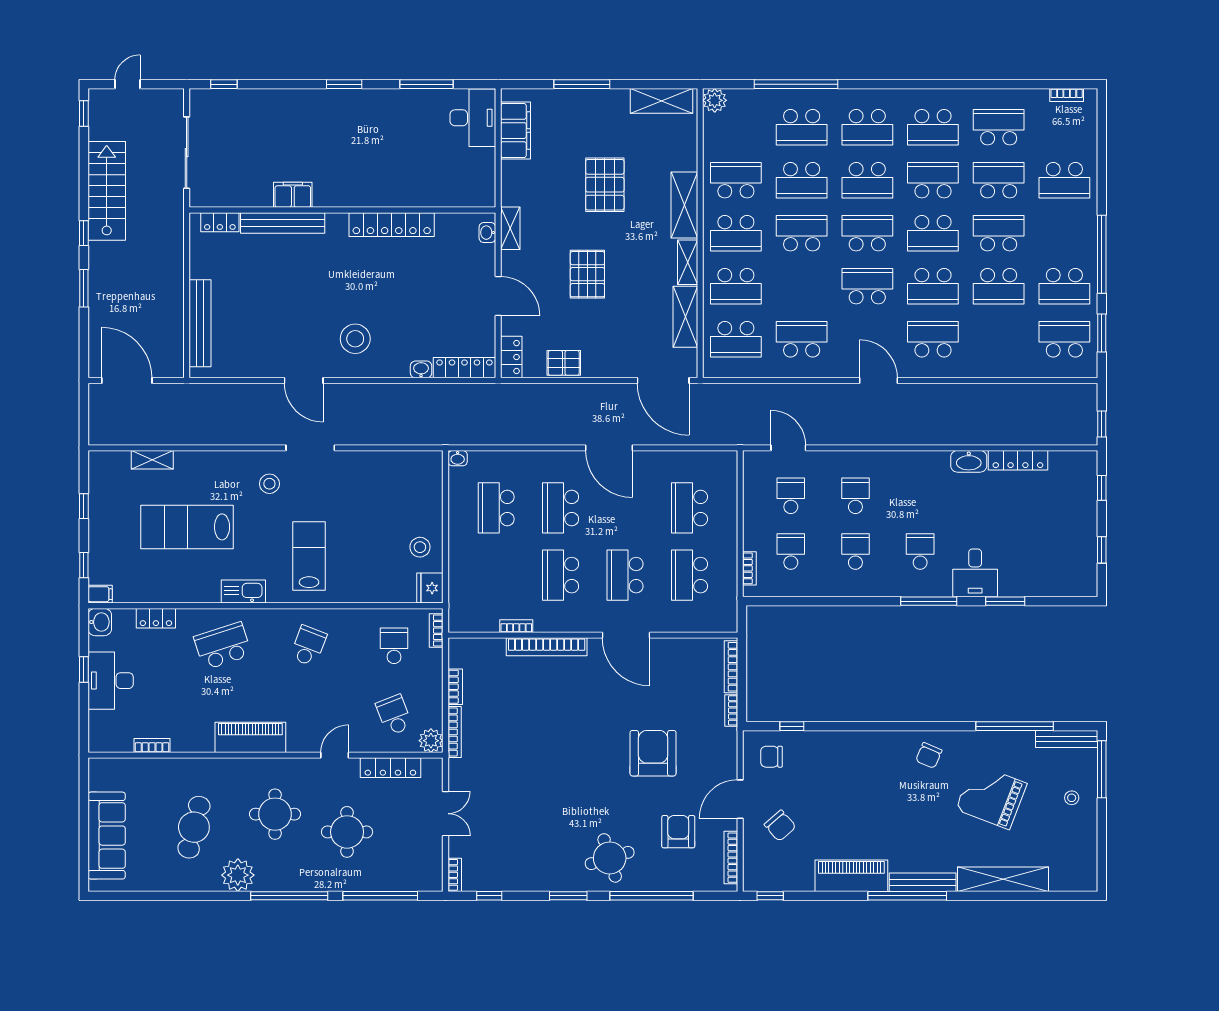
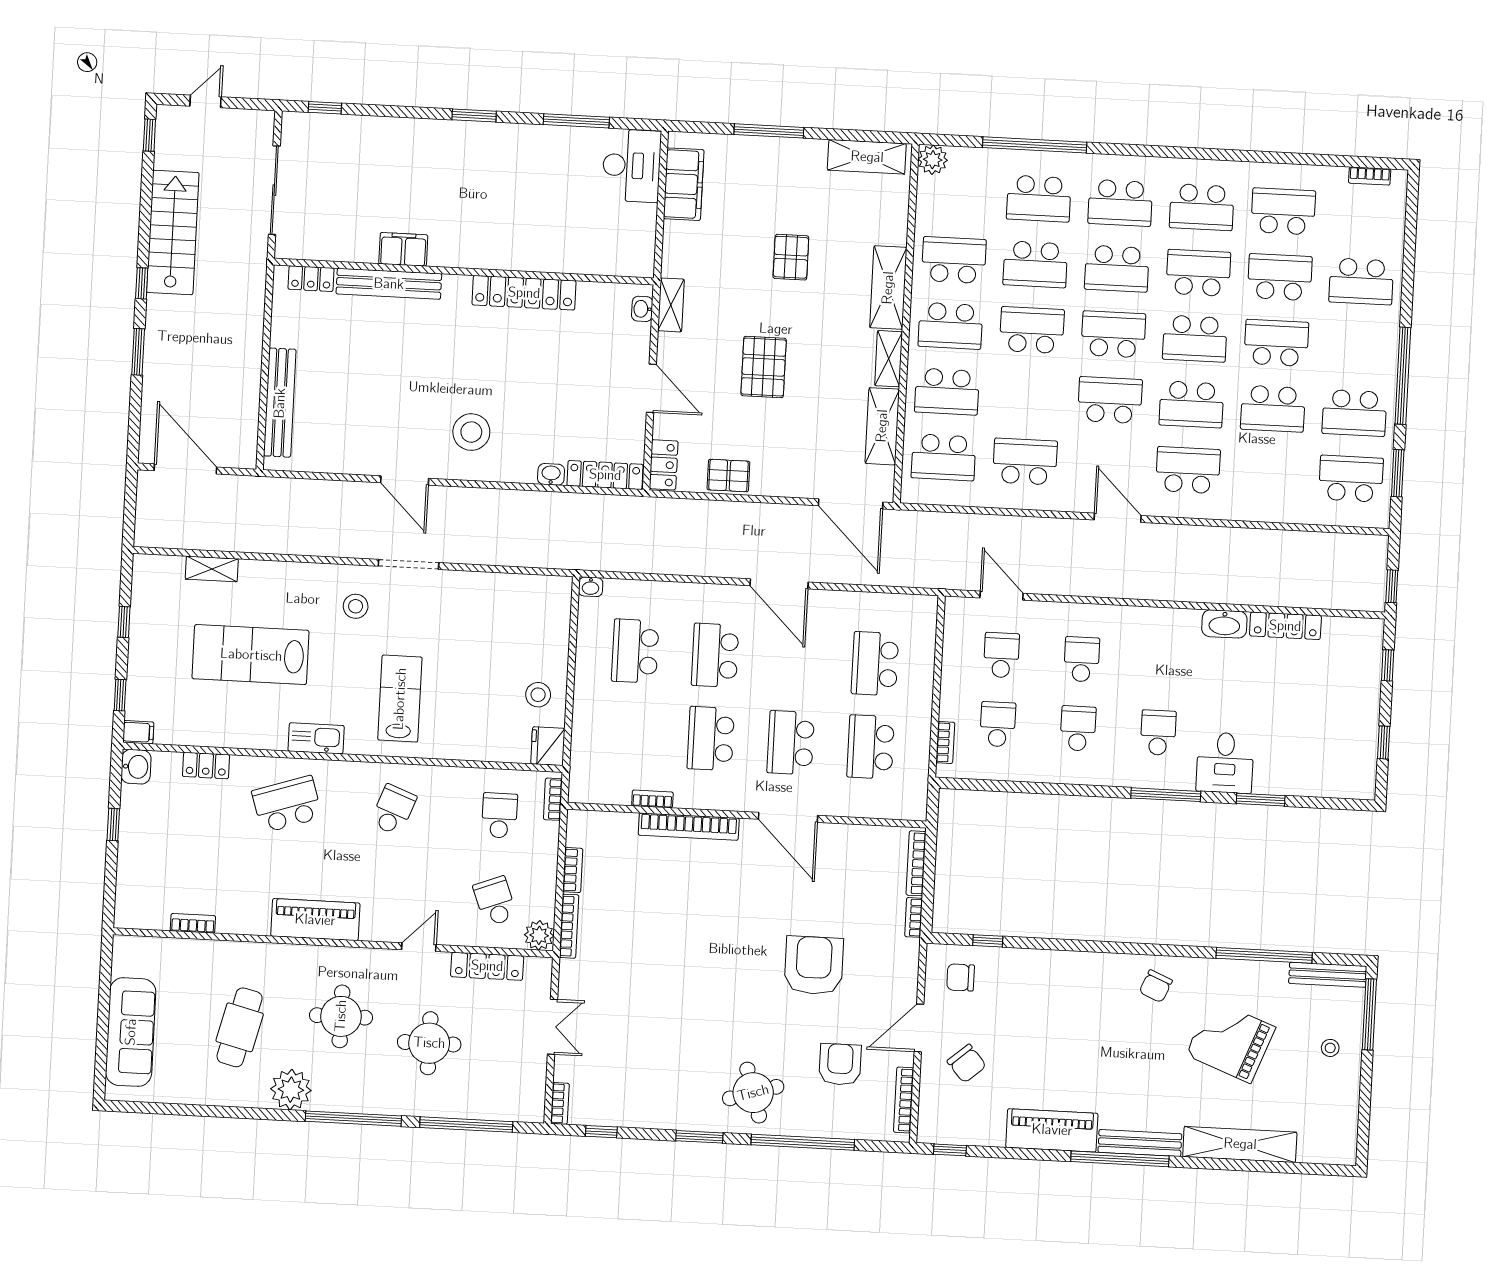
pallet: (605, 185) -> (791, 257), width x0.67, depth x0.71
desk: (111, 681) -> (146, 840), removed

